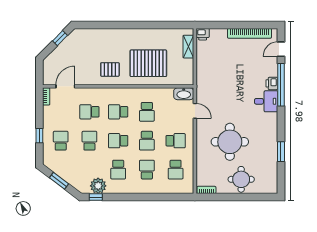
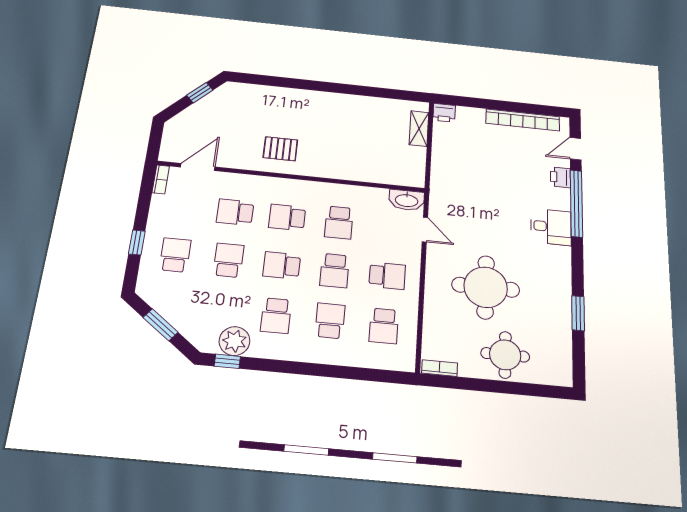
pallet: (148, 63) -> (348, 146), removed
printer: (272, 83) -> (560, 177), moved

